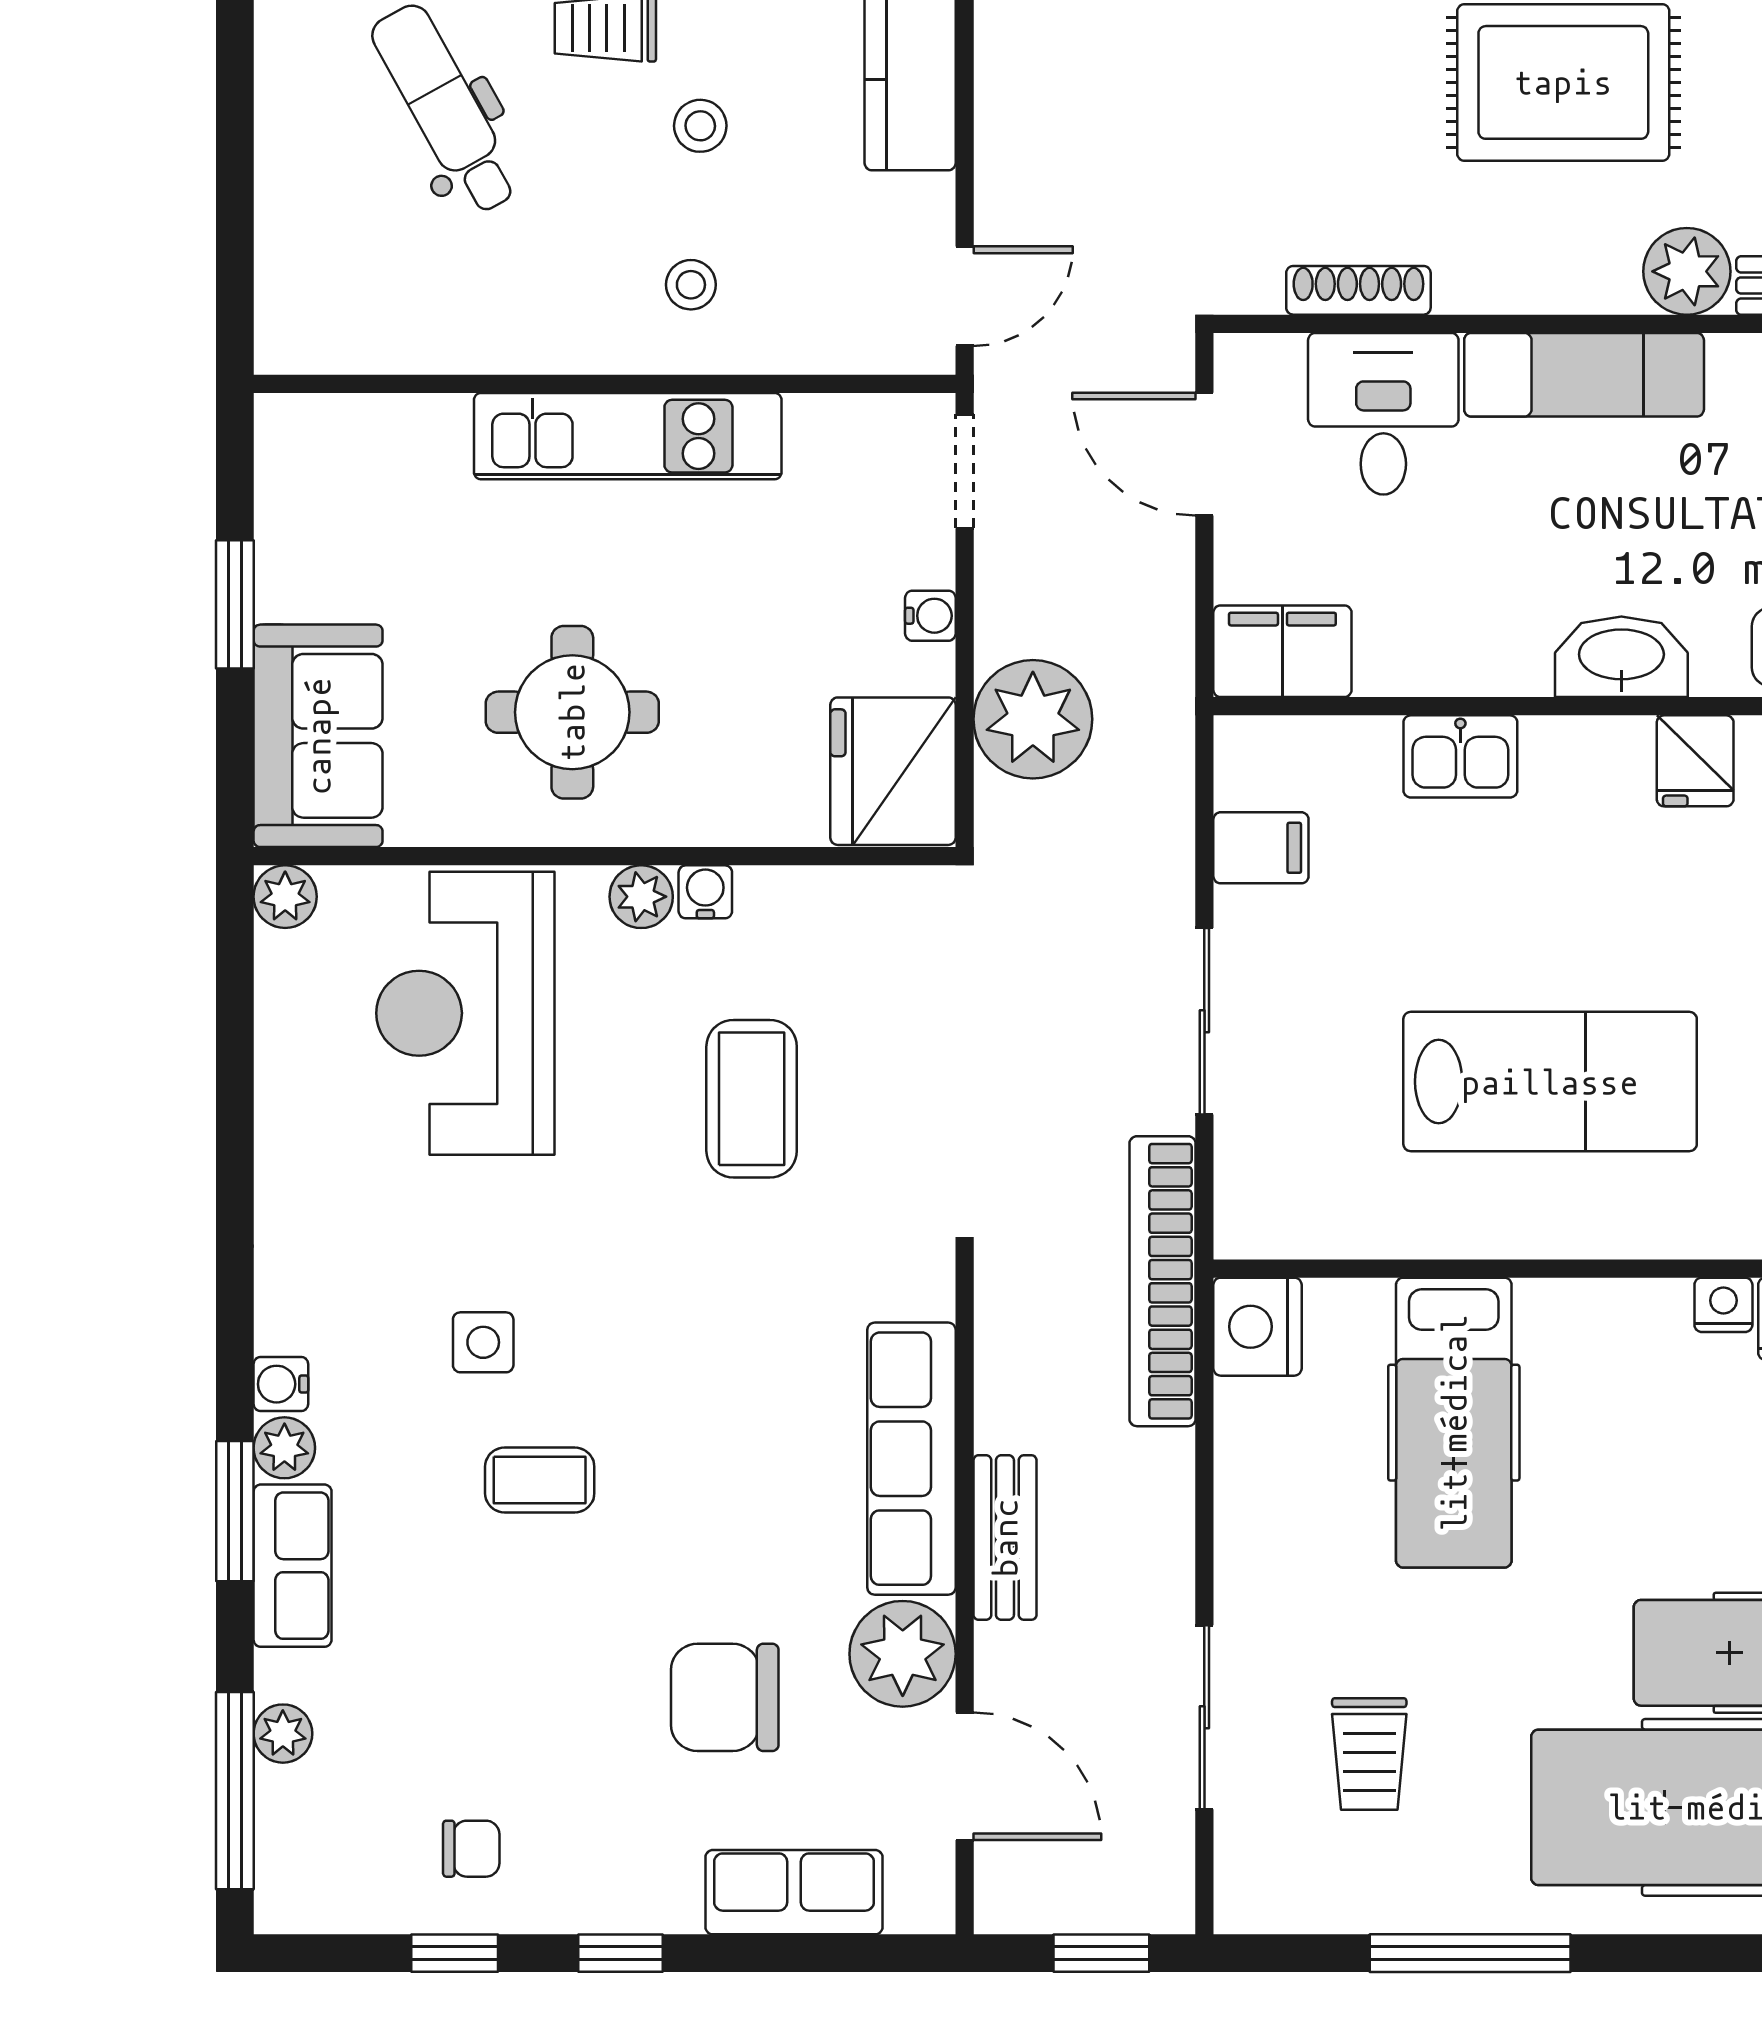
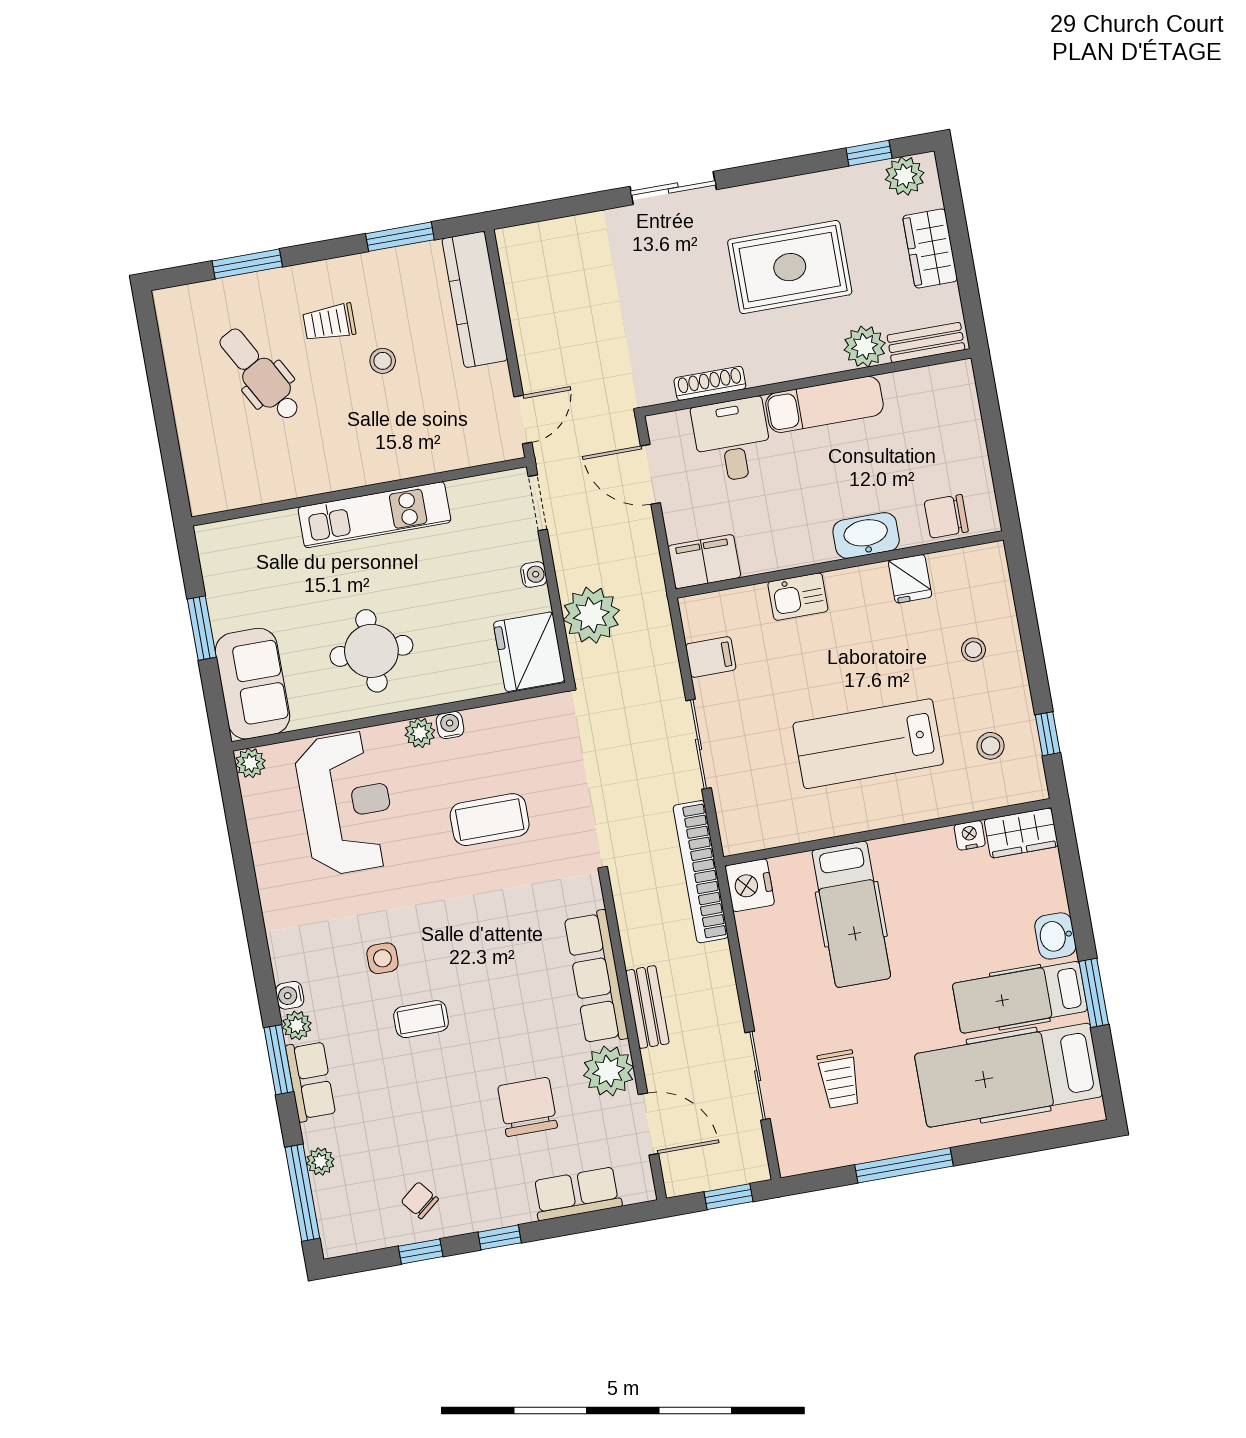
stool: (691, 285) -> (392, 437), removed
reception desk: (465, 1013) -> (346, 803), turned 180
lab bench: (1550, 1082) -> (868, 744), turned 180
coffee table: (752, 1099) -> (490, 820), turned 90
chair: (725, 1697) -> (528, 1107), turned 90
chair: (471, 1849) -> (420, 1200), turned -129

